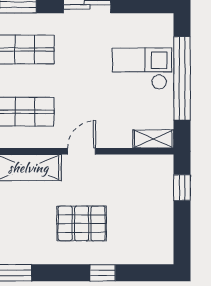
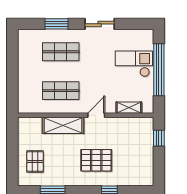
shelving: (153, 139) -> (129, 108), moved

